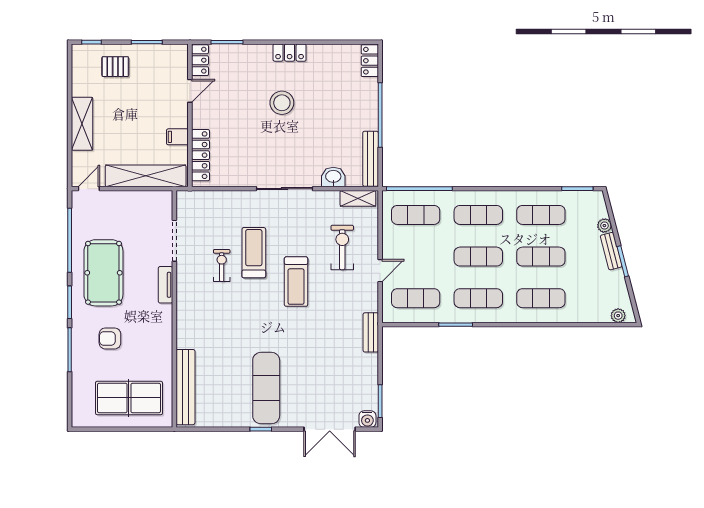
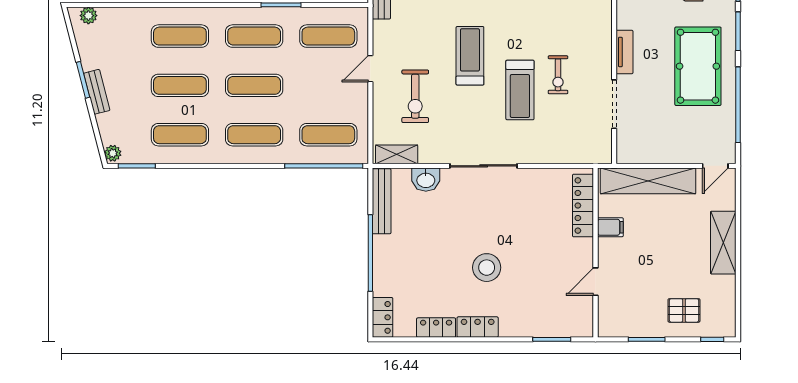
locker: (200, 60) -> (436, 328), moved, turned 90
plant: (604, 226) -> (113, 153), moved

